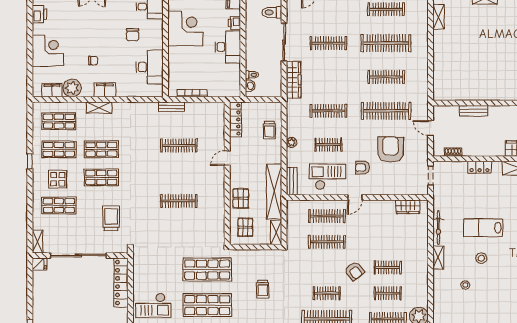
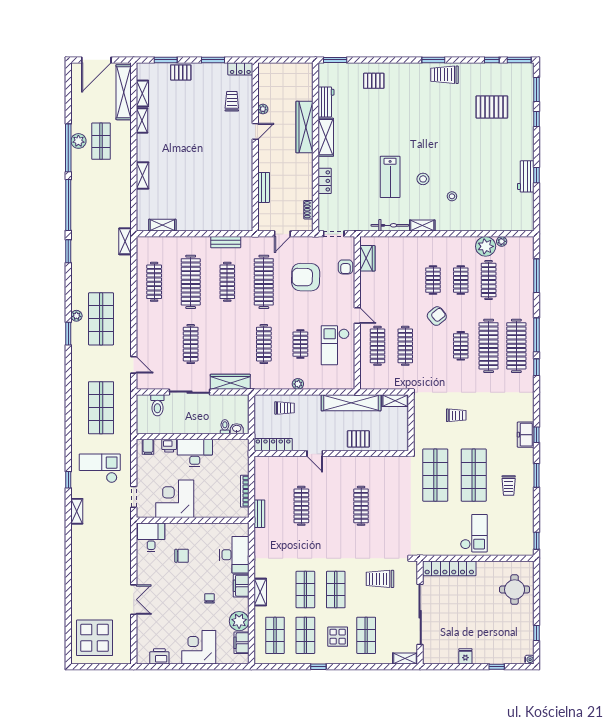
desk: (150, 67) -> (234, 555), moved, turned 90
armchair: (362, 168) -> (346, 267), moved
bench: (292, 181) -> (226, 242), moved
pallet: (245, 227) -> (390, 434), removed
fridge: (39, 264) -> (465, 656), moved

